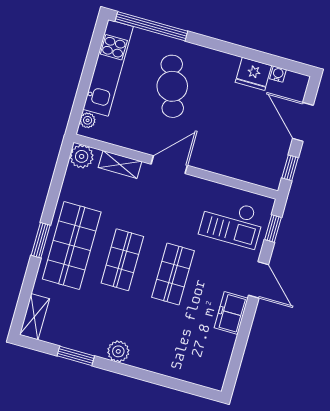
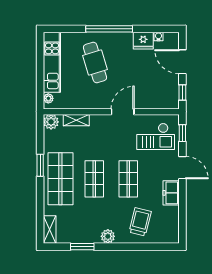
window: (151, 26) -> (109, 29), moved
door: (169, 165) -> (123, 112), moved
window: (41, 240) -> (40, 165), moved
trolley: (173, 343) -> (140, 222), added

